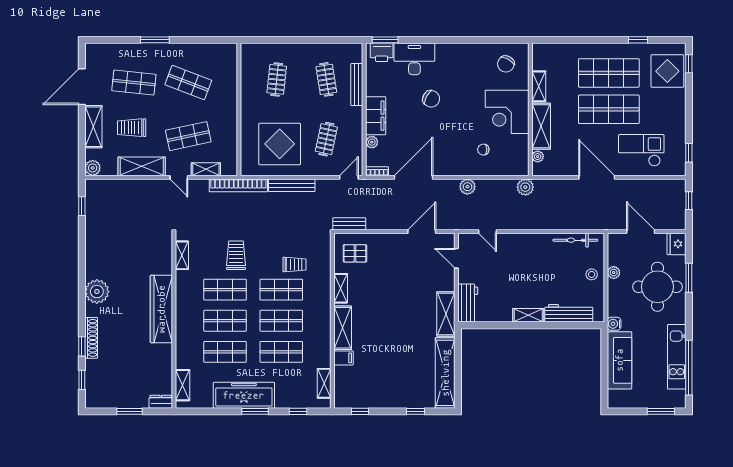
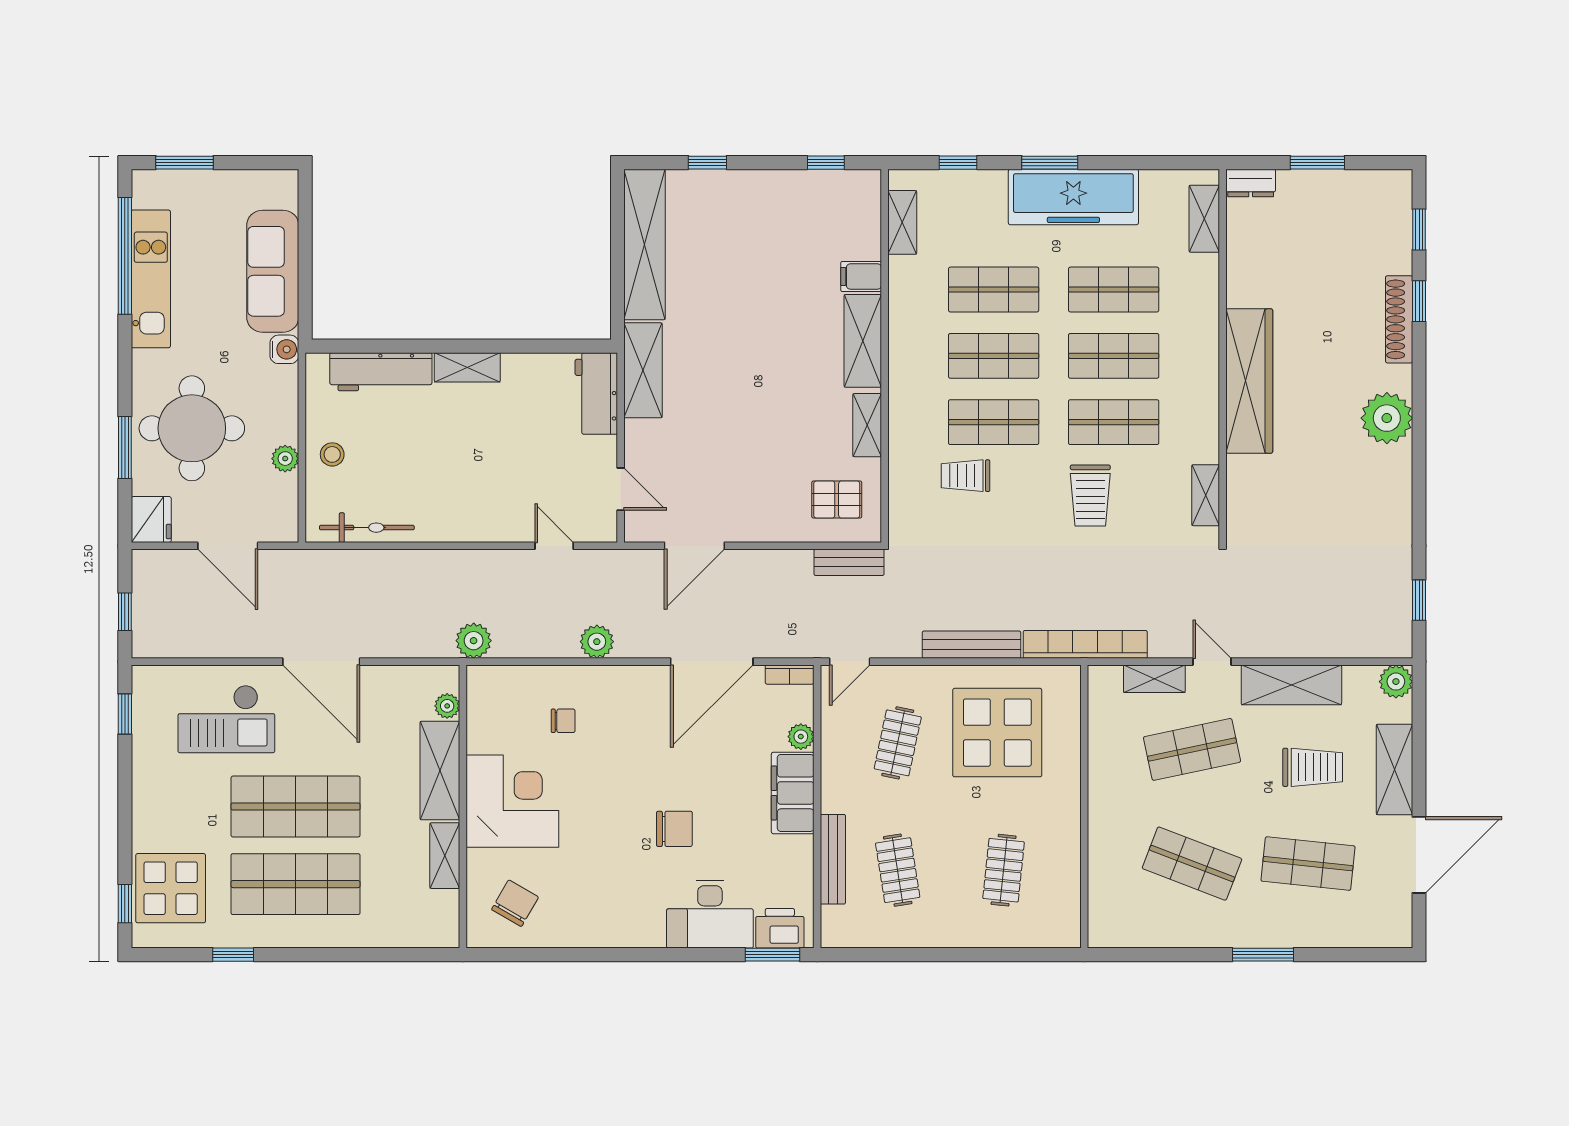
chair: (431, 99) -> (674, 829), turned 152

